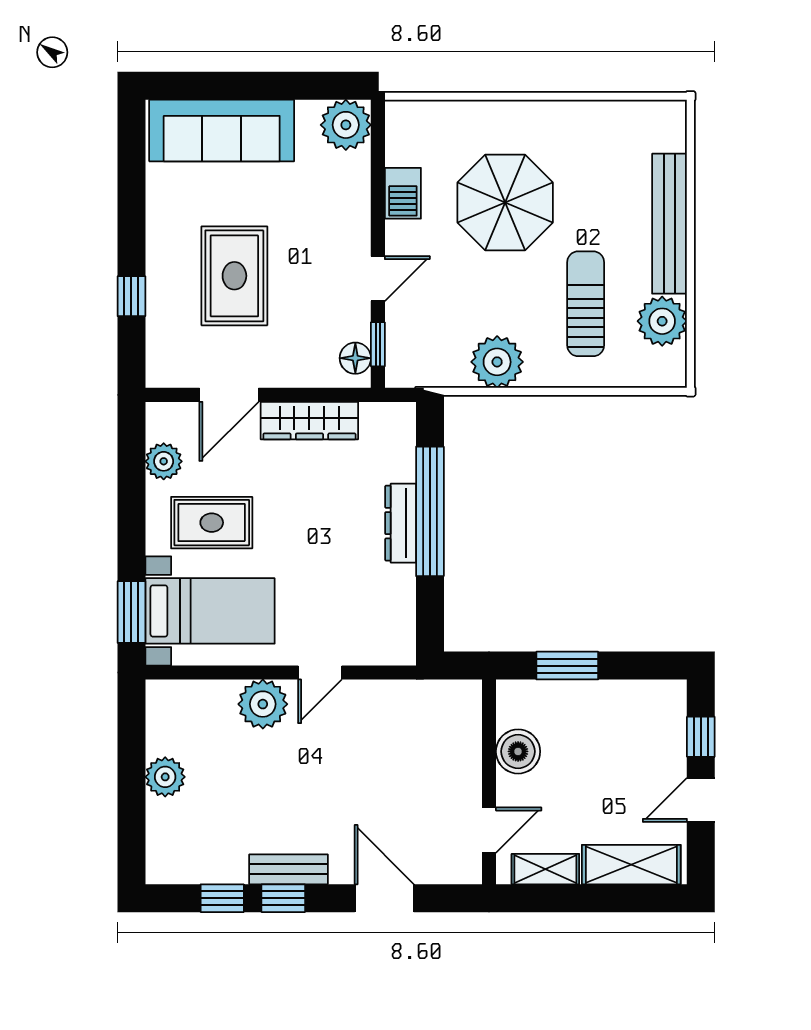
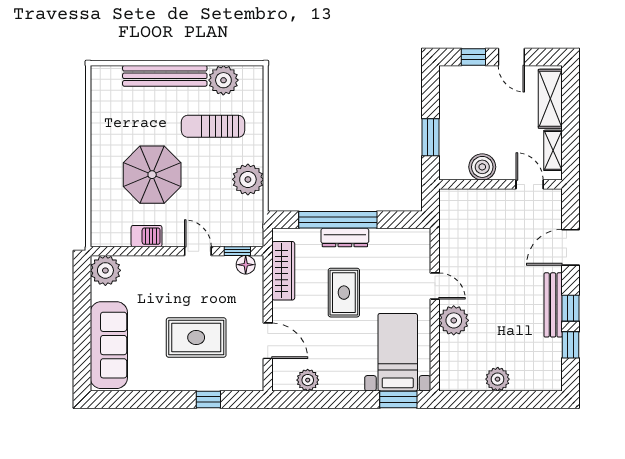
wardrobe: (309, 421) -> (283, 271), moved
rug: (212, 523) -> (344, 293), moved
bench: (288, 869) -> (553, 305), width x1.36

